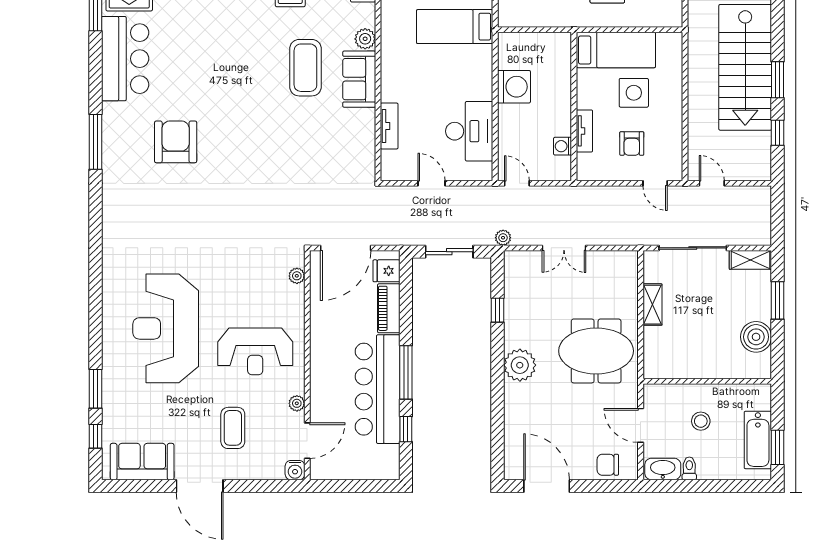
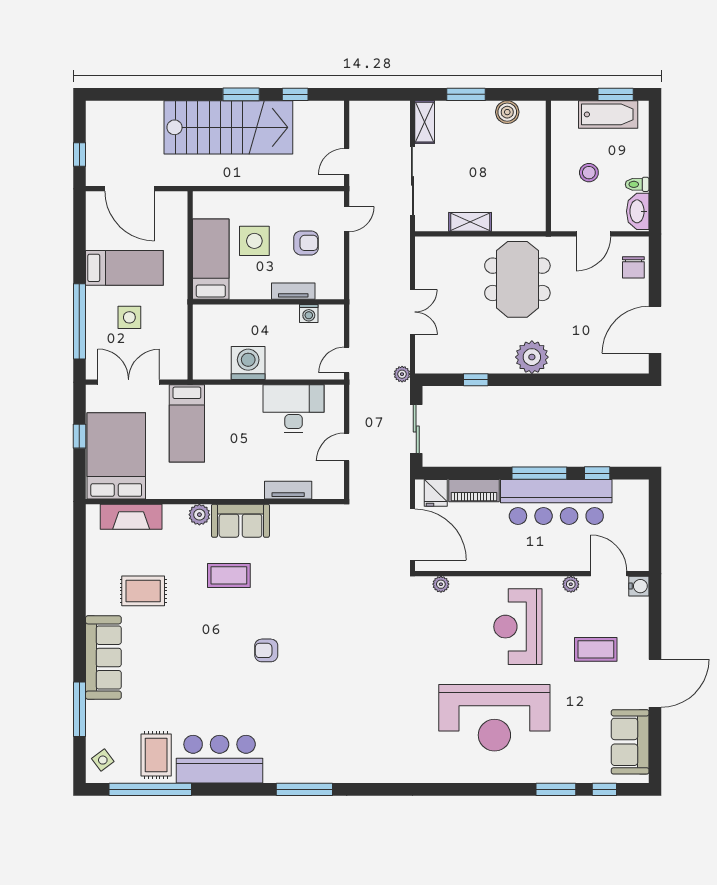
coffee table: (305, 68) -> (229, 575), width x0.73, depth x0.76
armchair: (176, 142) -> (266, 650), moved, width x0.53, depth x0.53
boiler: (756, 337) -> (507, 112), width x0.73, depth x0.73
reception desk: (255, 351) -> (518, 627), turned 180

